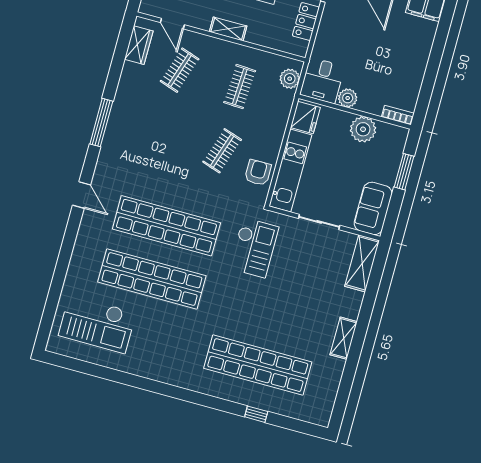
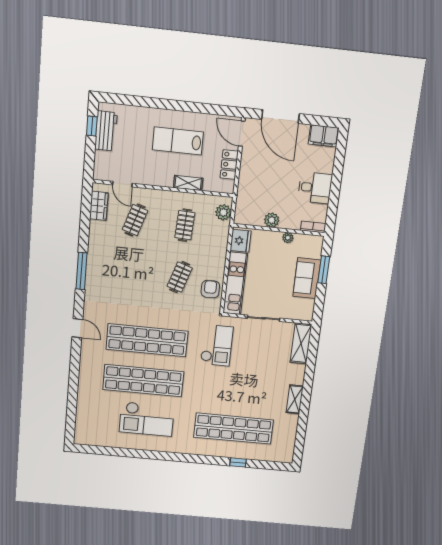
shelving: (228, 29) -> (188, 183), moved
desk: (322, 80) -> (315, 188), moved, turned -90
plant: (363, 129) -> (288, 238), width x0.53, depth x0.53
sofa: (373, 208) -> (307, 278), moved
checkout: (97, 324) -> (147, 419), moved

